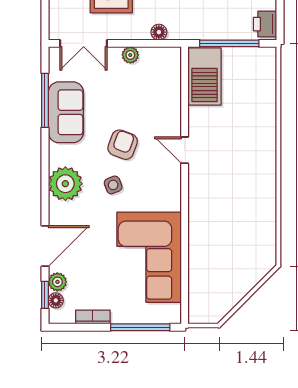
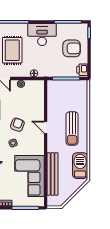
barbecue: (205, 76) -> (80, 166), moved, turned 180
sun lounger: (242, 153) -> (72, 128), added
bench: (200, 253) -> (53, 174), added

